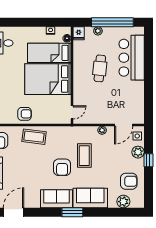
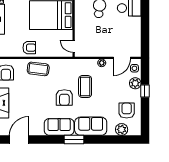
door: (72, 112) -> (74, 46), swing flipped
armchair: (129, 181) -> (127, 111), turned -90

